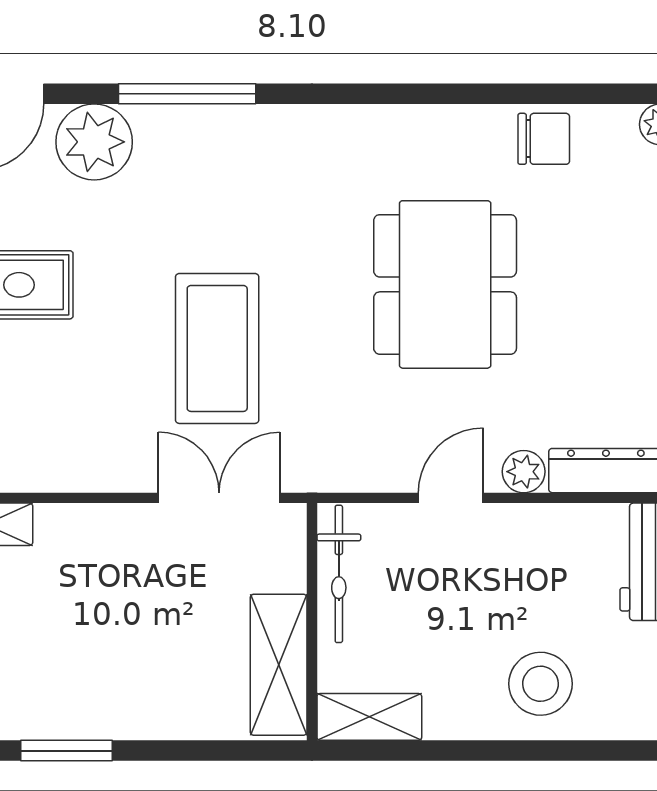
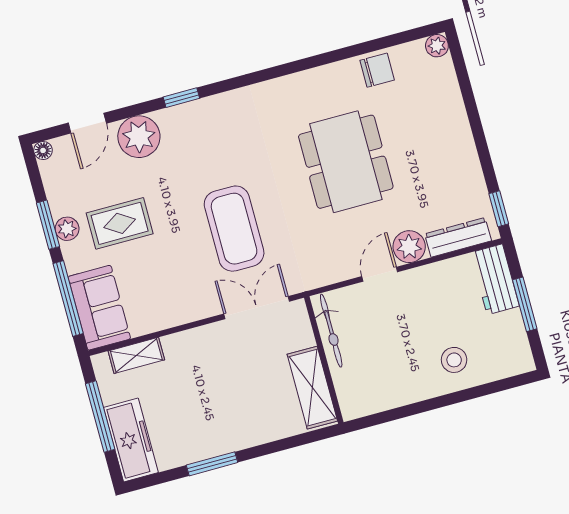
window: (187, 94) -> (181, 98), width x0.46
plant: (524, 472) -> (409, 247), width x1.38, depth x1.38
stool: (541, 684) -> (454, 360), width x0.73, depth x0.73
shelving: (369, 717) -> (368, 402), removed

